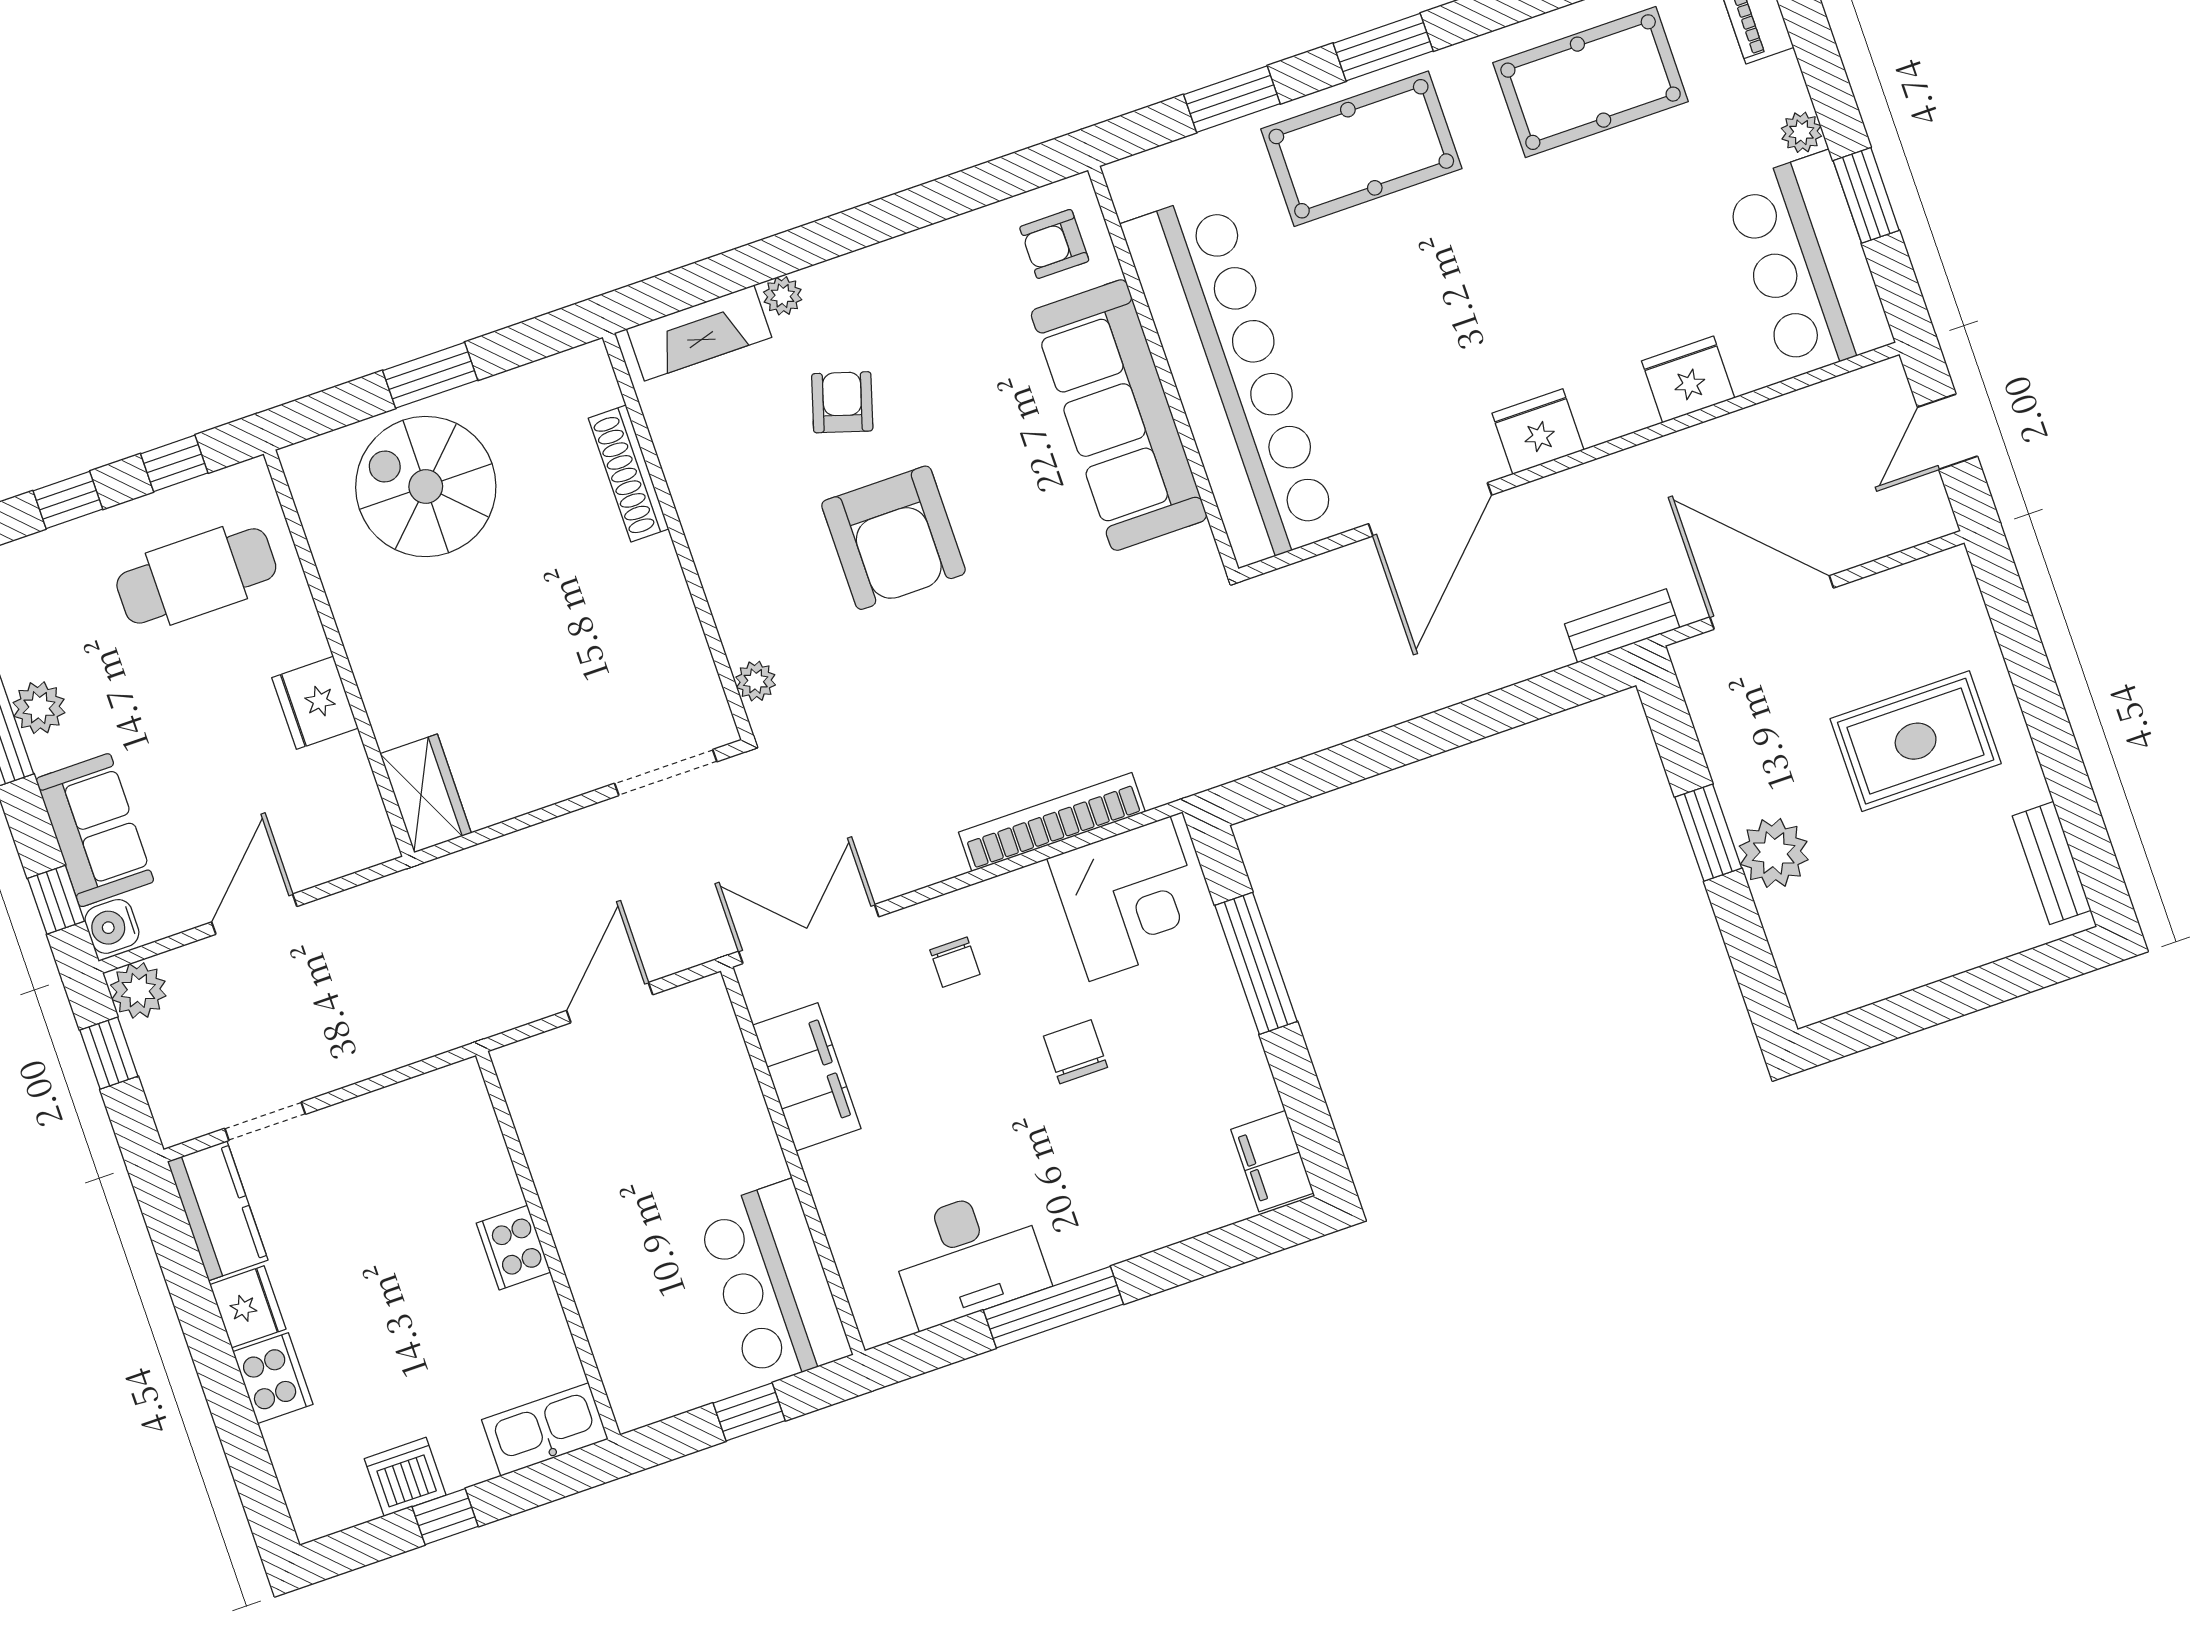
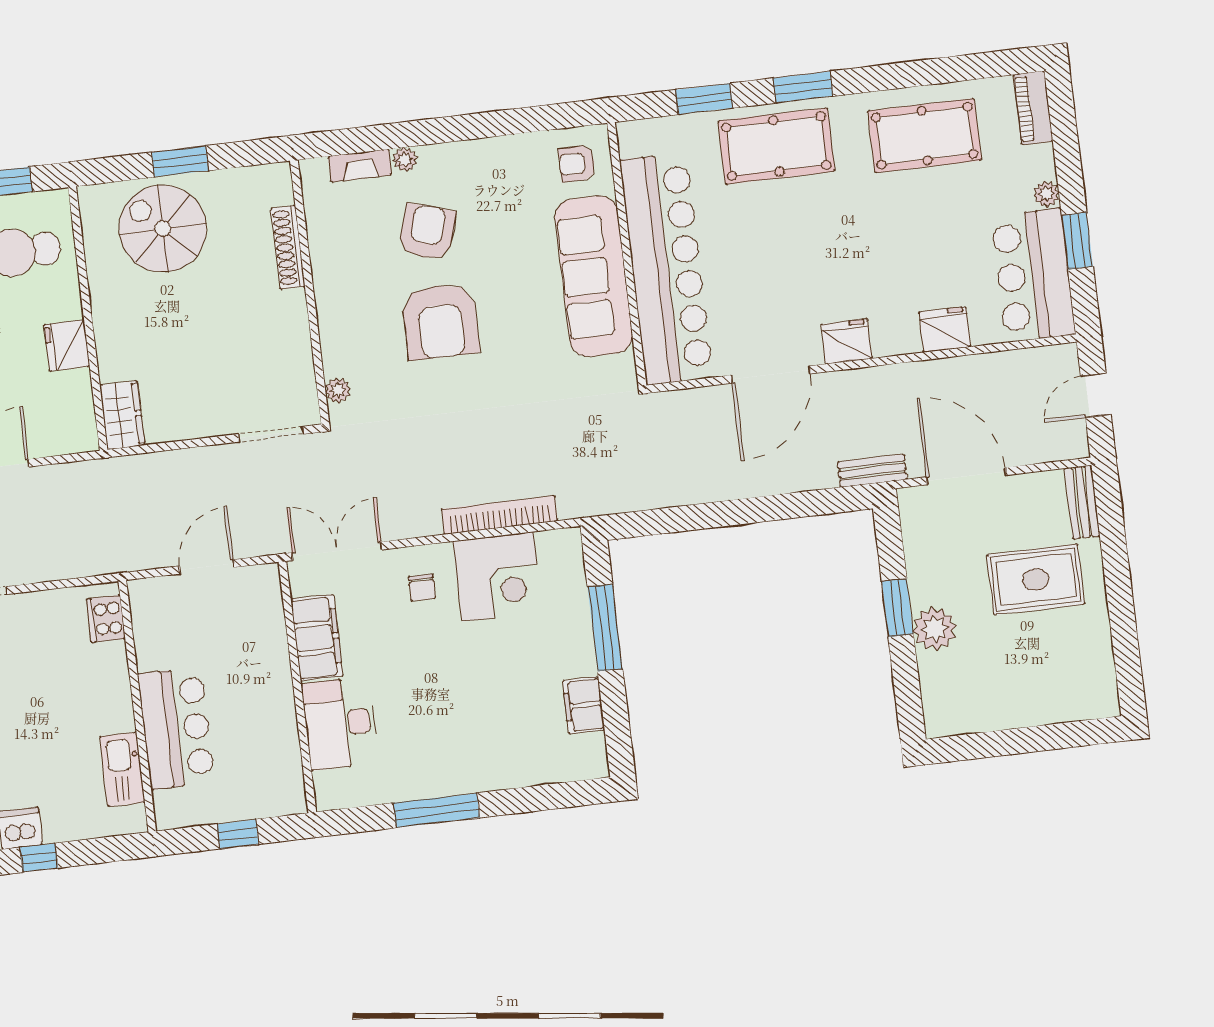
fireplace: (699, 333) -> (360, 166), width x0.73, depth x0.76
armchair: (842, 402) -> (427, 232), width x1.38, depth x1.38
bench: (2052, 863) -> (1082, 502), moved
corner desk: (1130, 899) -> (498, 577), moved
chair: (1076, 1052) -> (484, 658), removed
filing cabinet: (1272, 1161) -> (584, 705), moved
cooker: (514, 1248) -> (106, 619), moved
desk: (968, 1257) -> (340, 723), moved, turned 90
bar counter: (774, 1283) -> (176, 728), moved, turned 180
kitchen sink: (545, 1429) -> (122, 769), moved, turned -90

